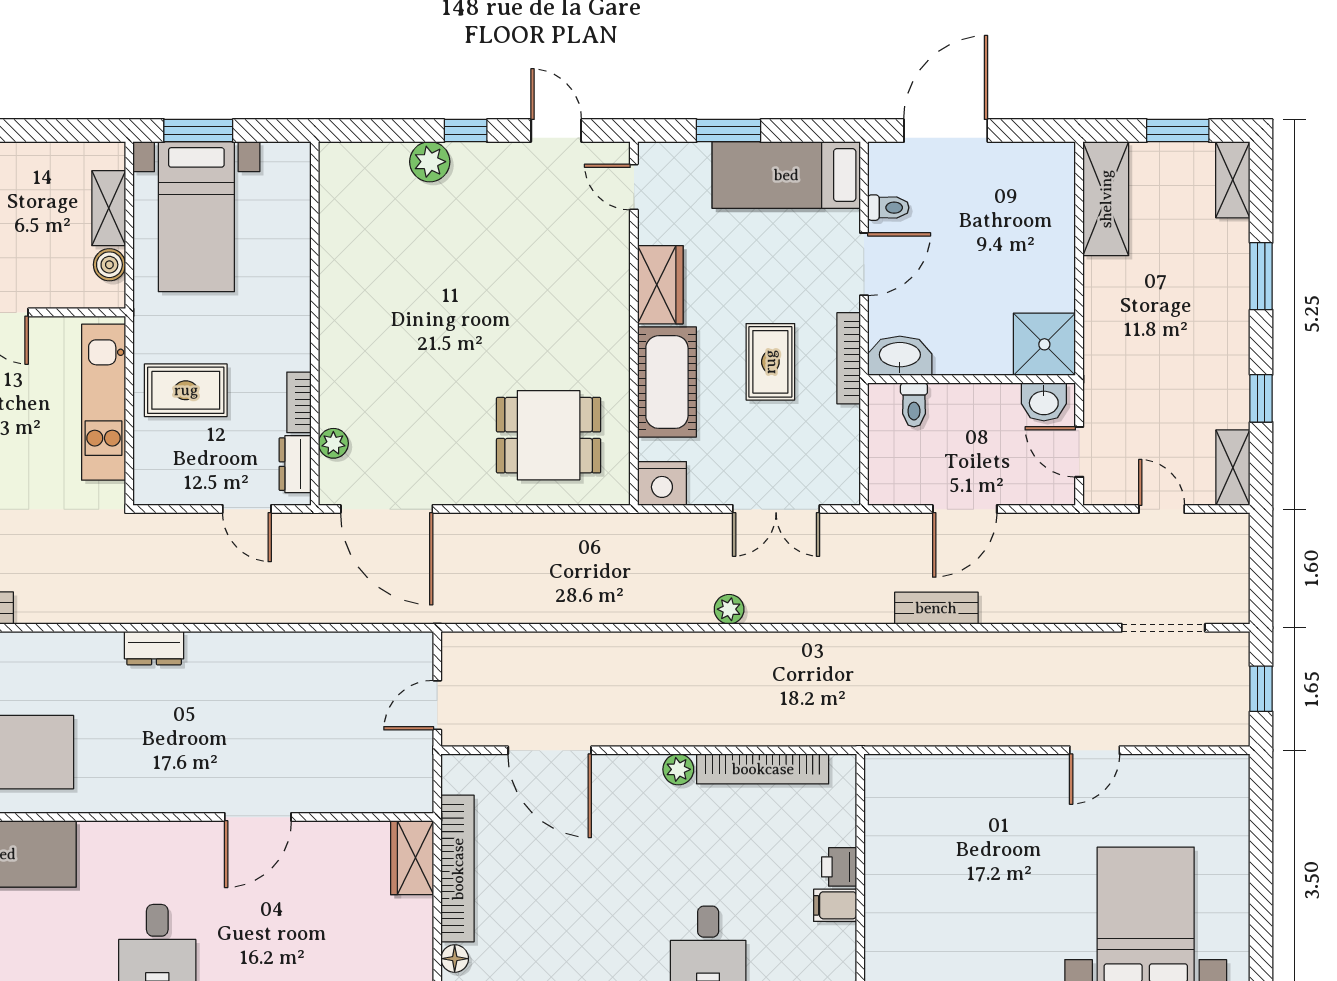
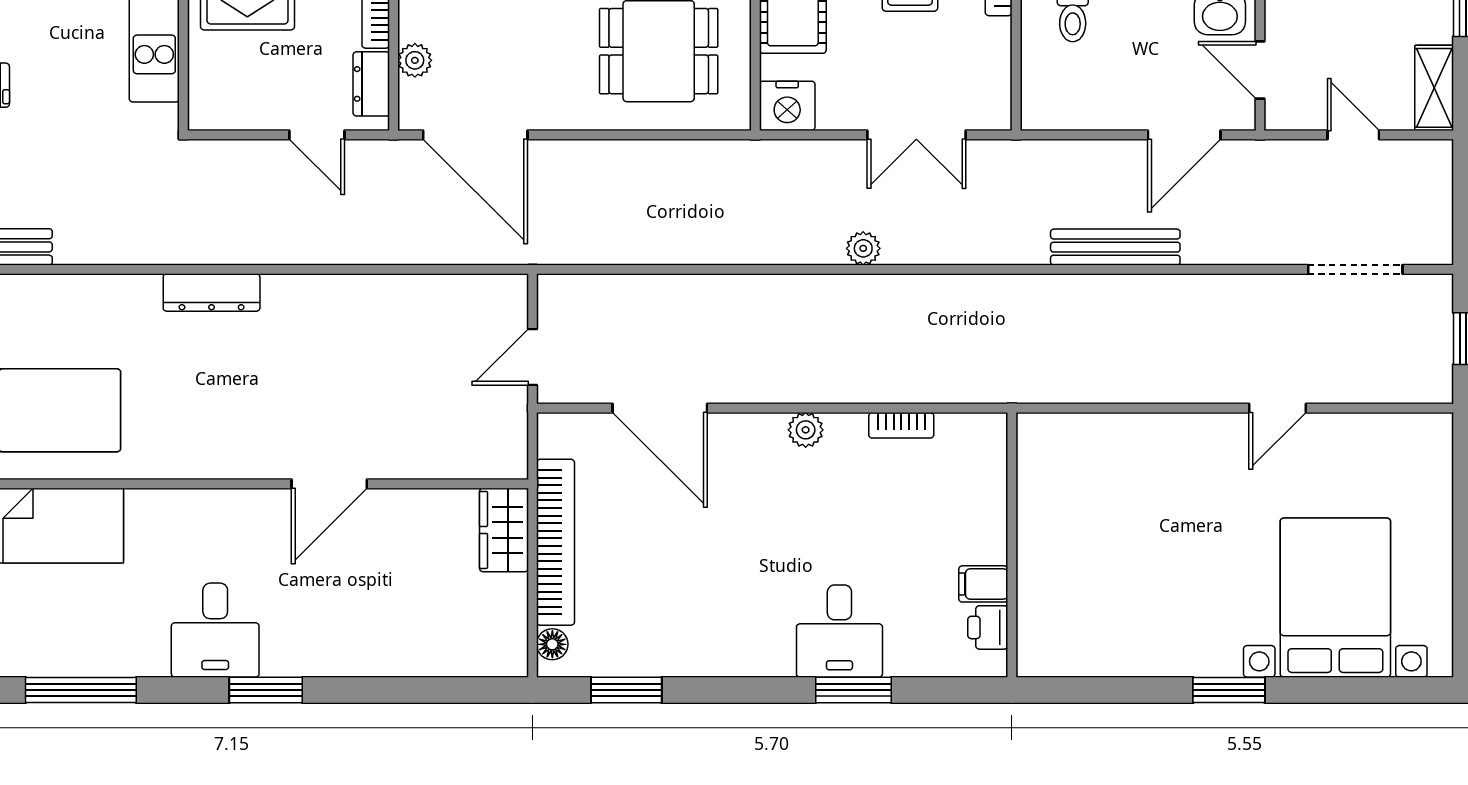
door: (965, 509) -> (1184, 135), moved
bench: (936, 608) -> (1115, 247), width x1.36
dresser: (154, 648) -> (212, 292), width x1.44
bookcase: (763, 769) -> (901, 425), width x0.43, depth x0.76
printer: (839, 867) -> (988, 627), moved

